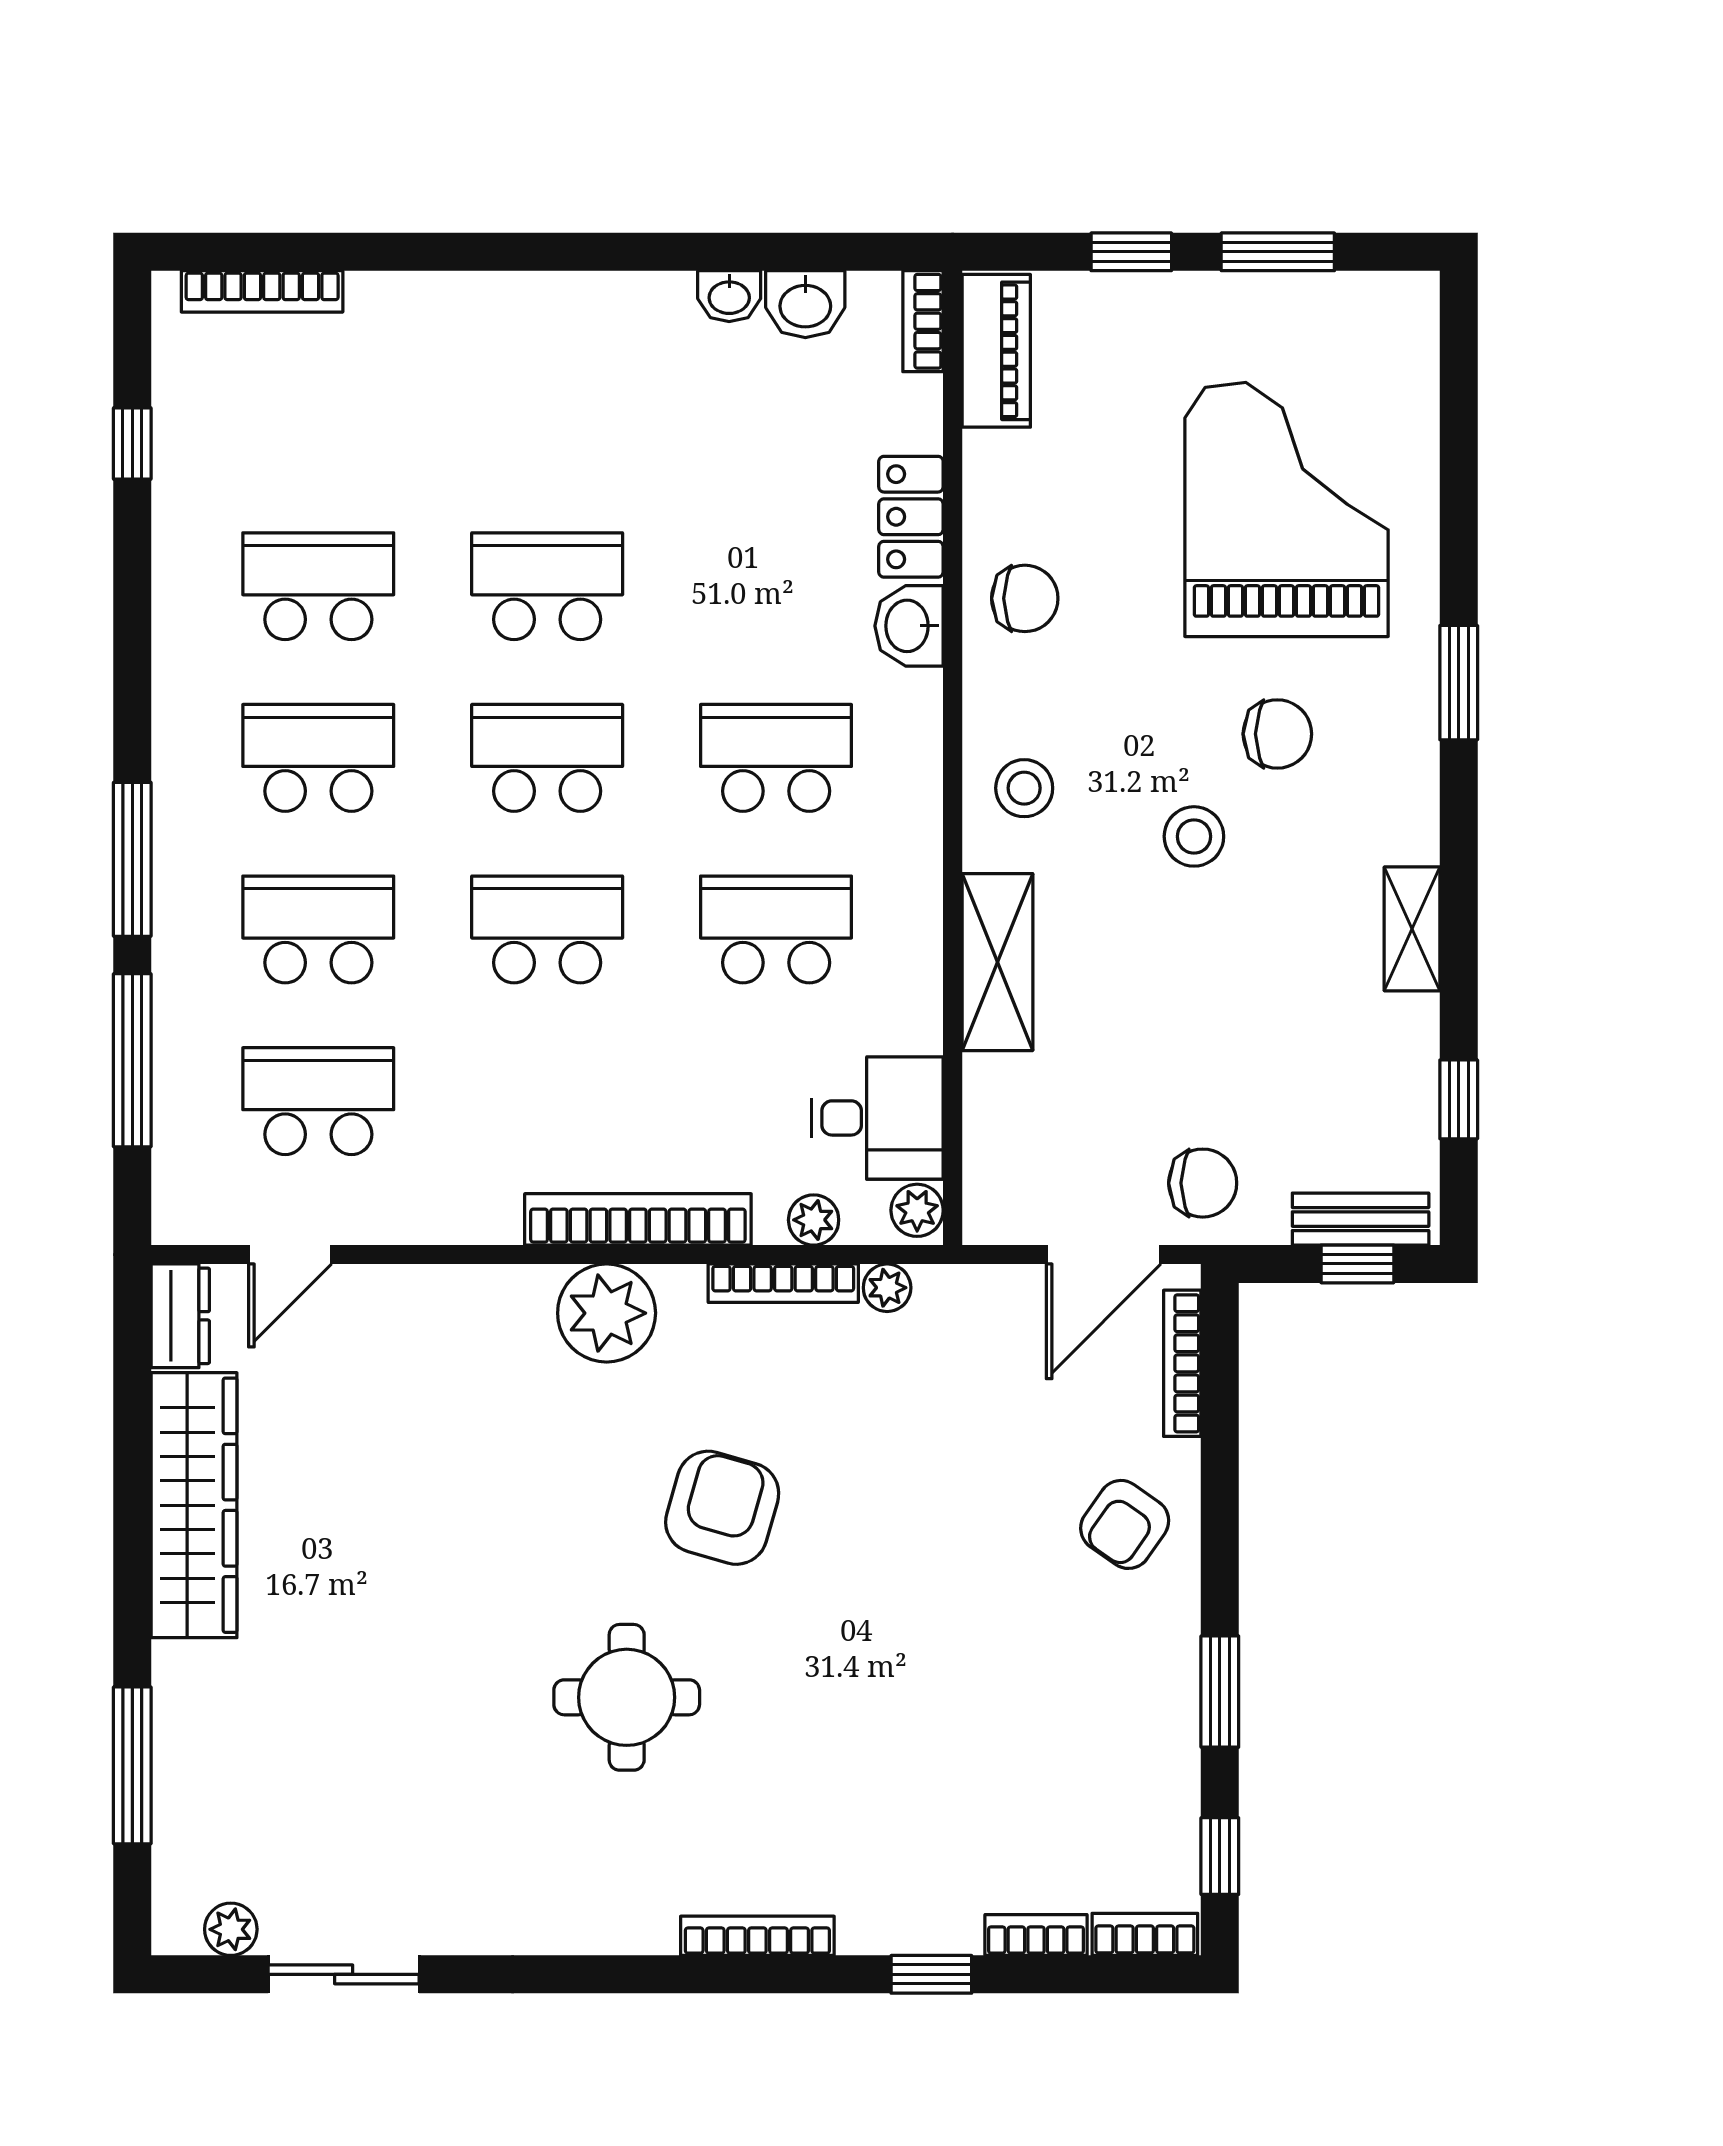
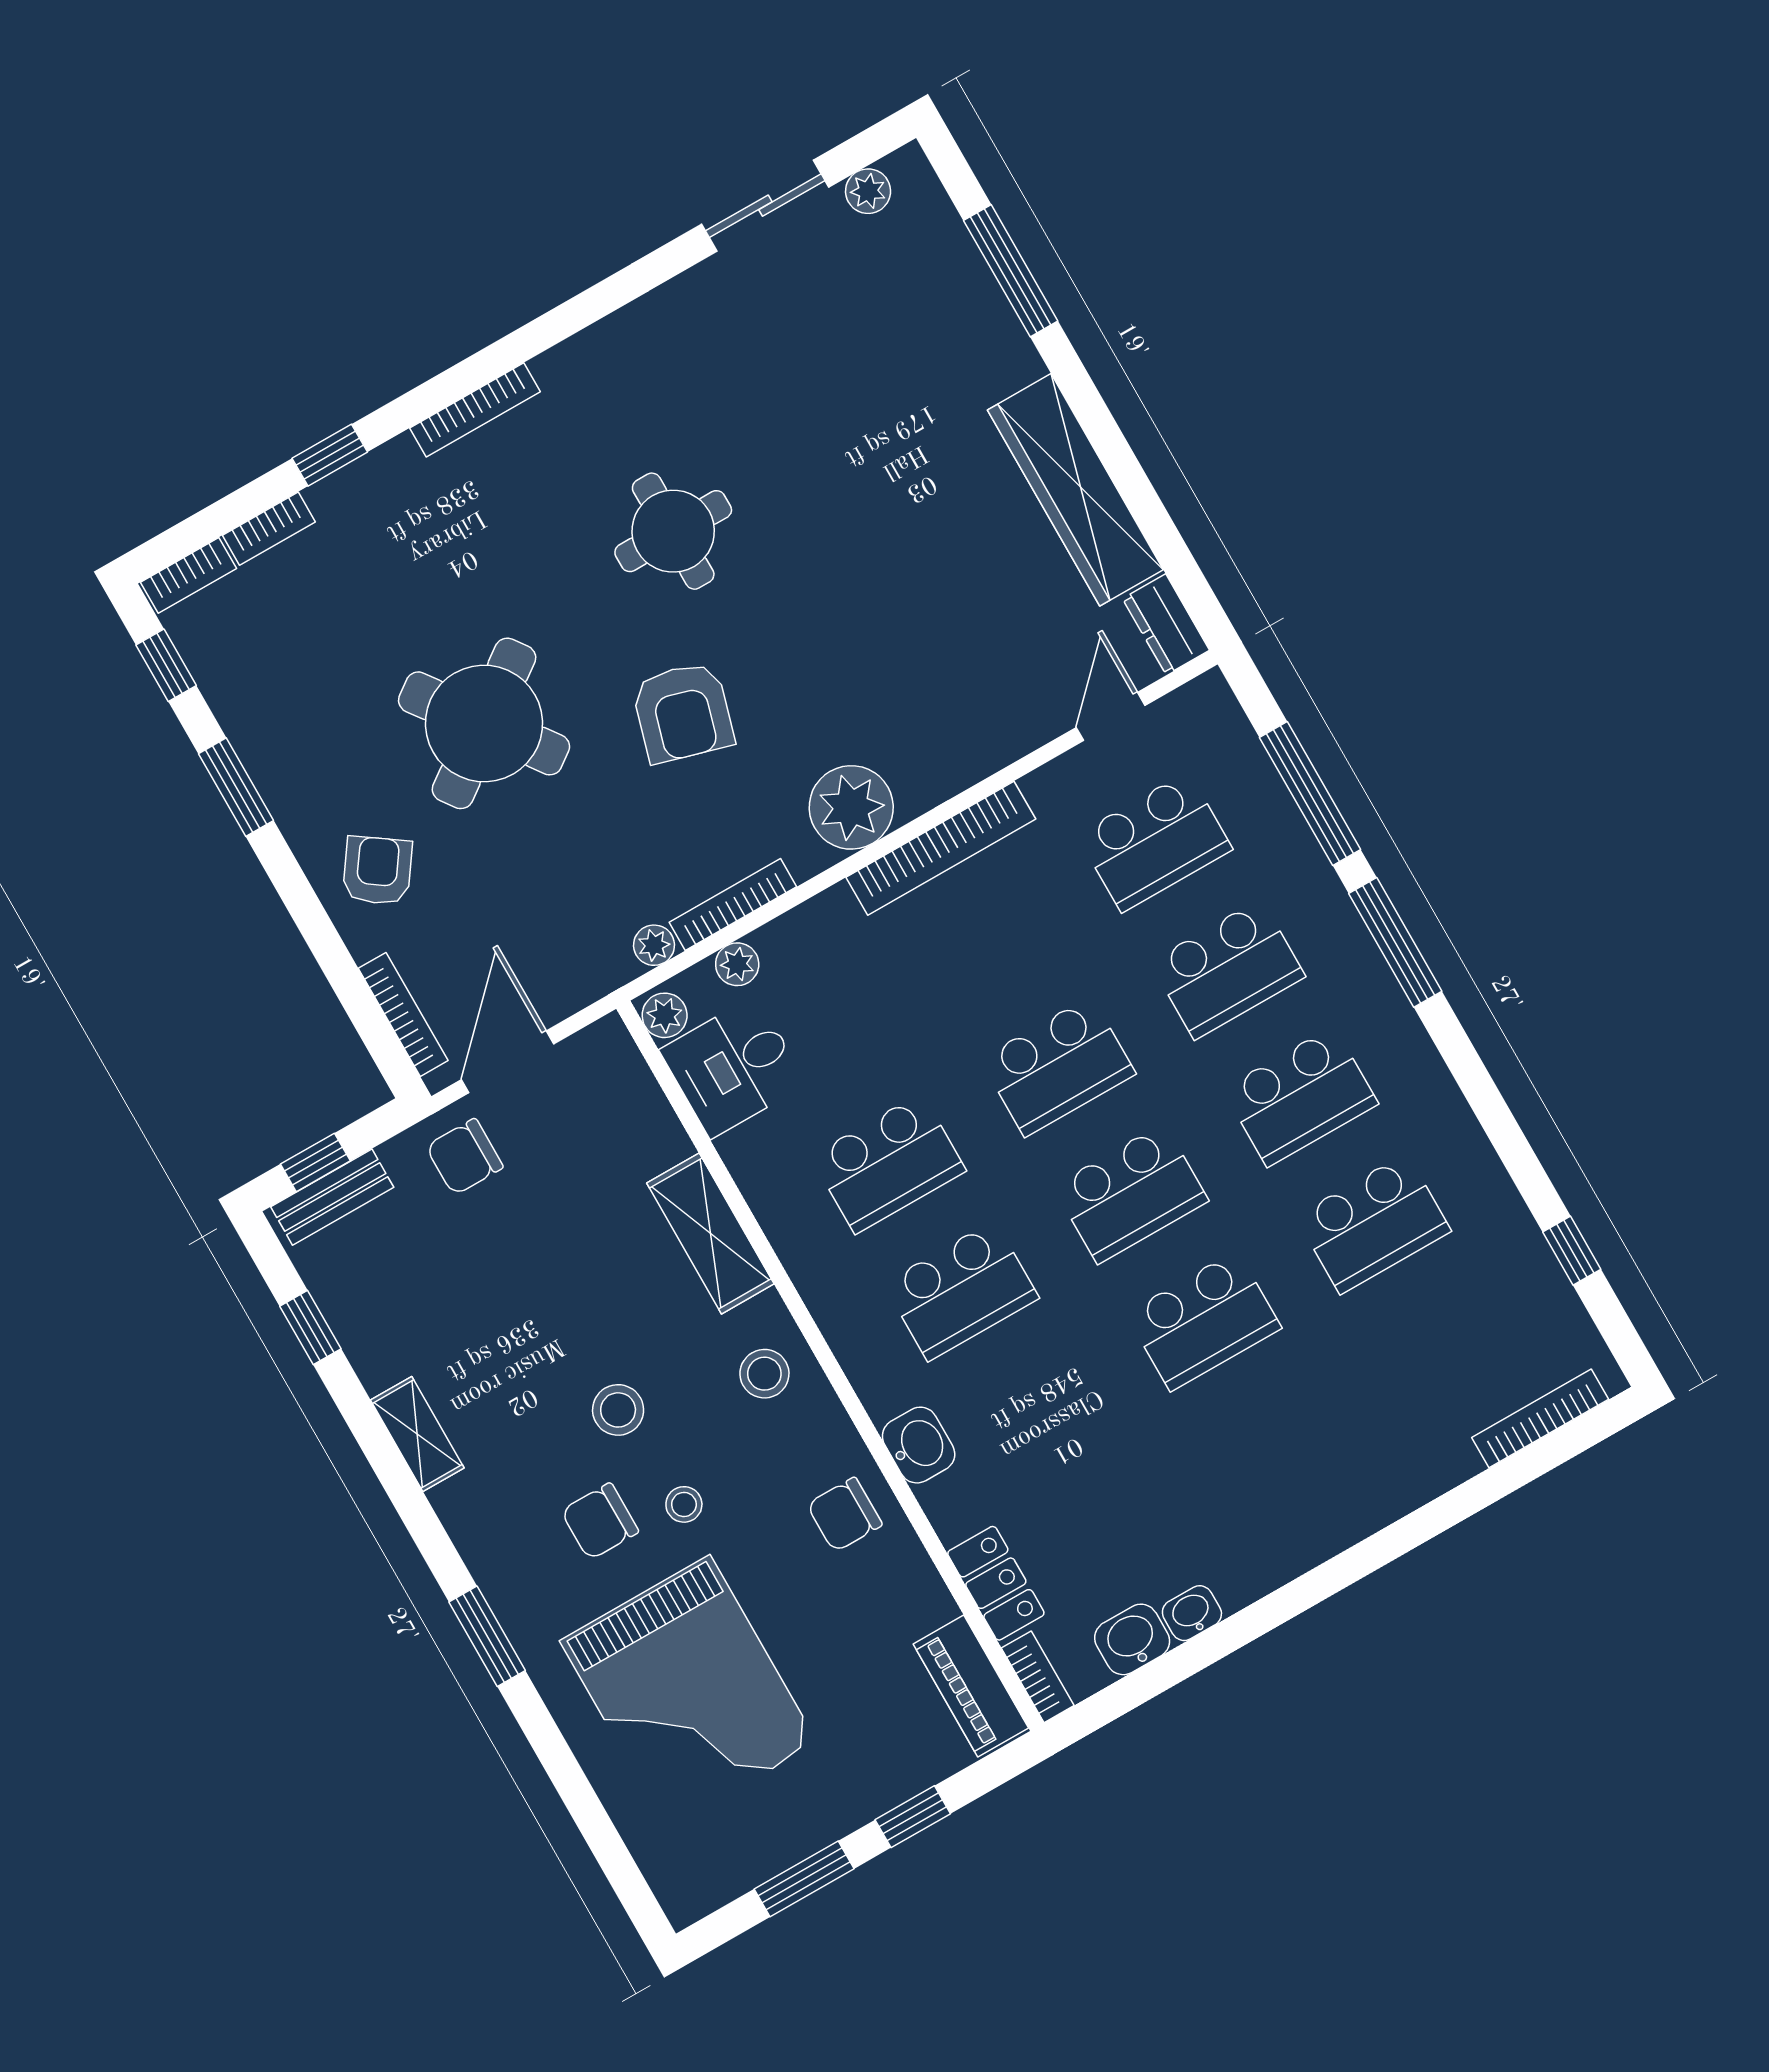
locker: (911, 517) -> (996, 1583), moved
stool: (1182, 702) -> (684, 1504), added
bookcase: (638, 1219) -> (941, 848), moved
round table: (931, 1612) -> (484, 723), added

